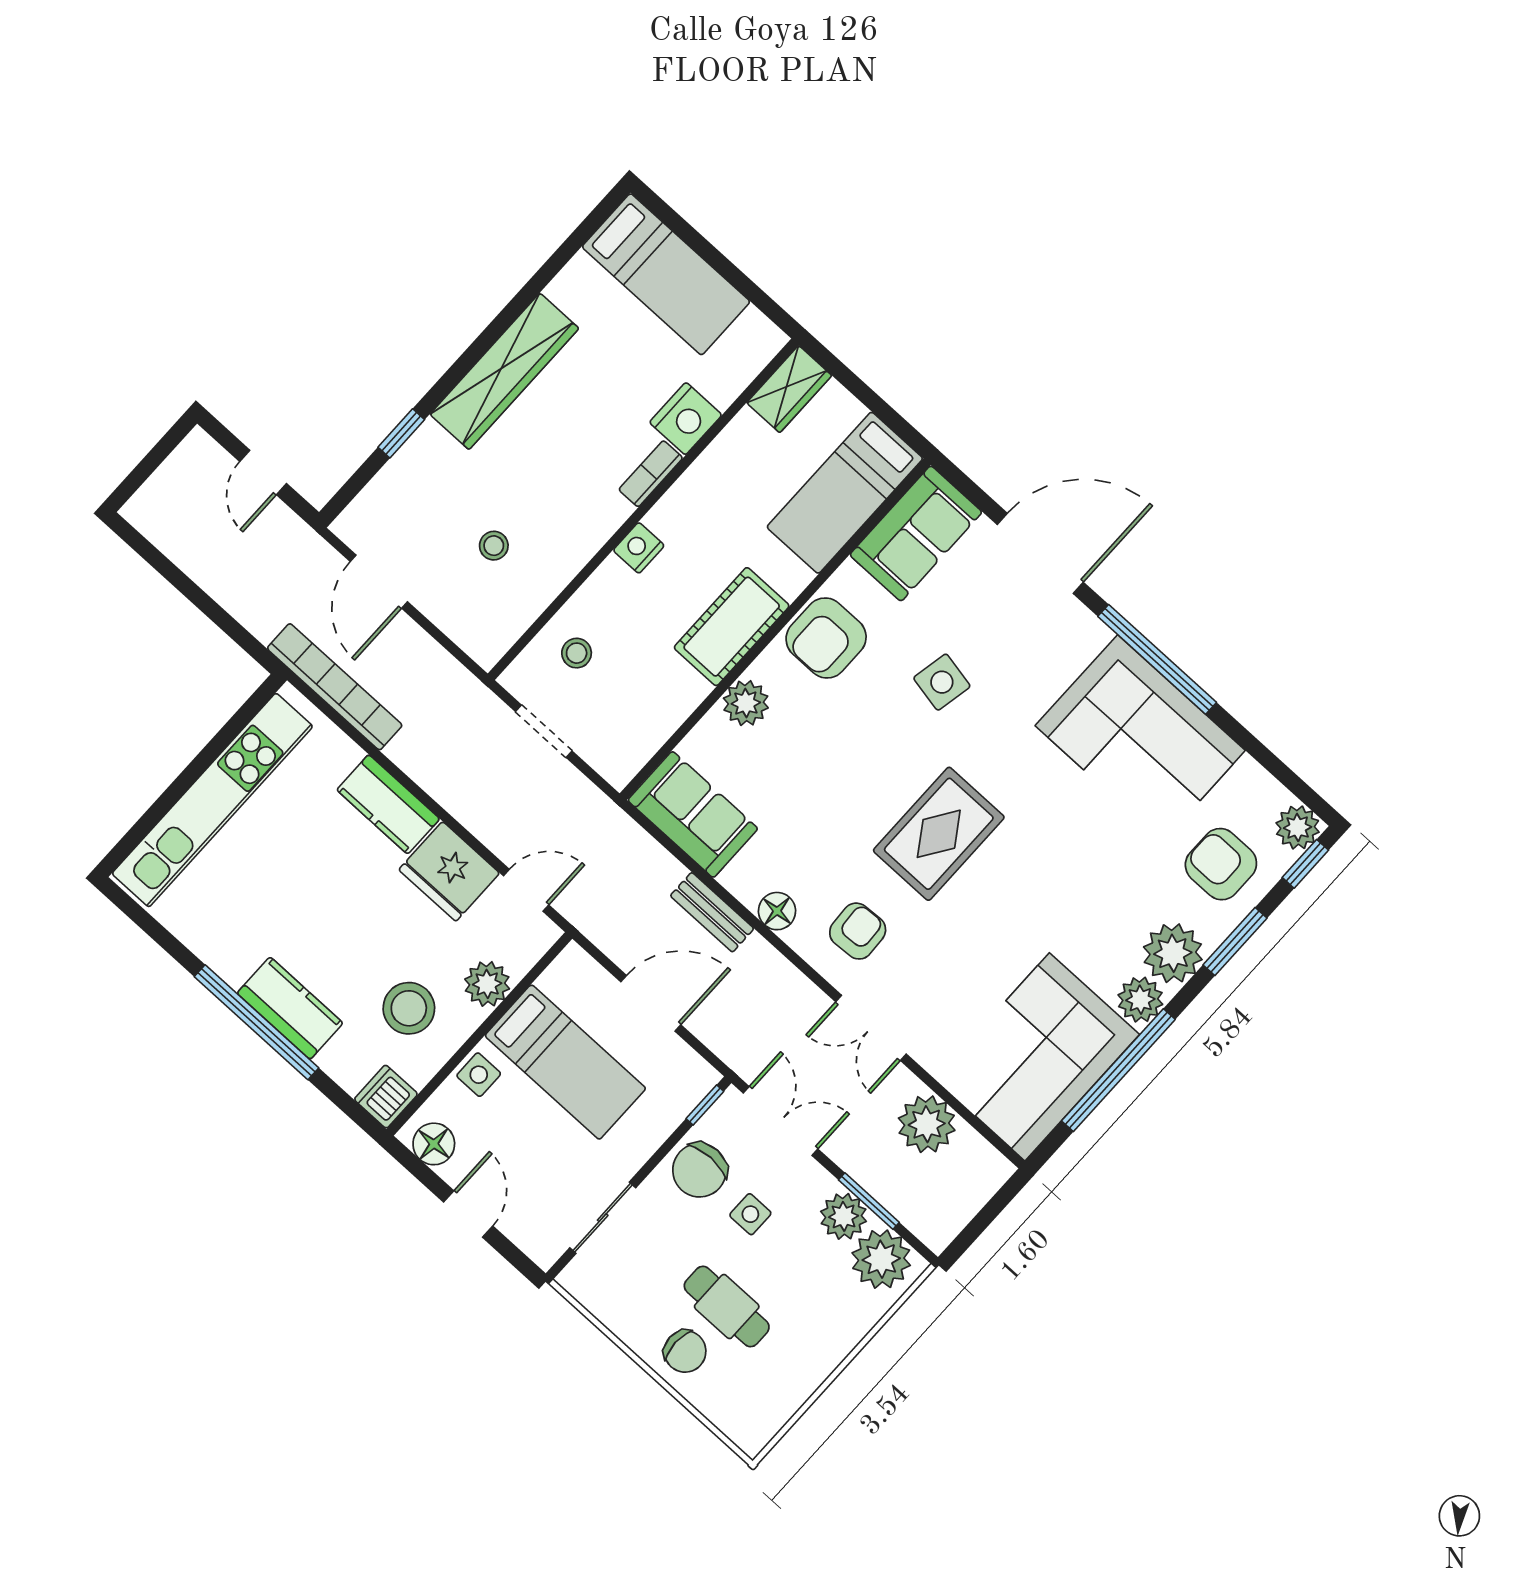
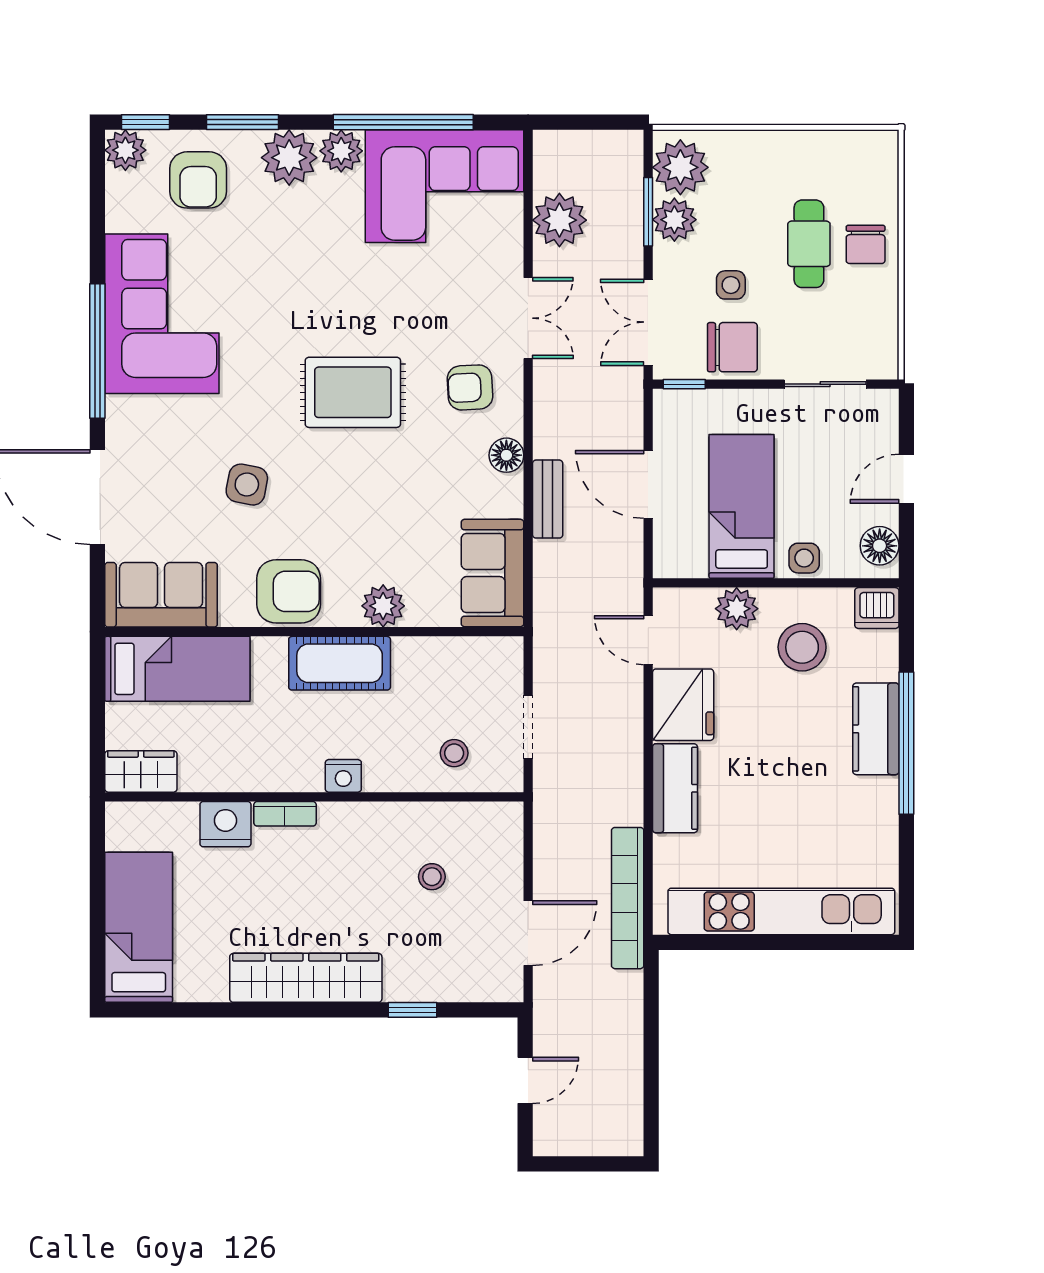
chair: (685, 1351) -> (866, 244), turned 180

